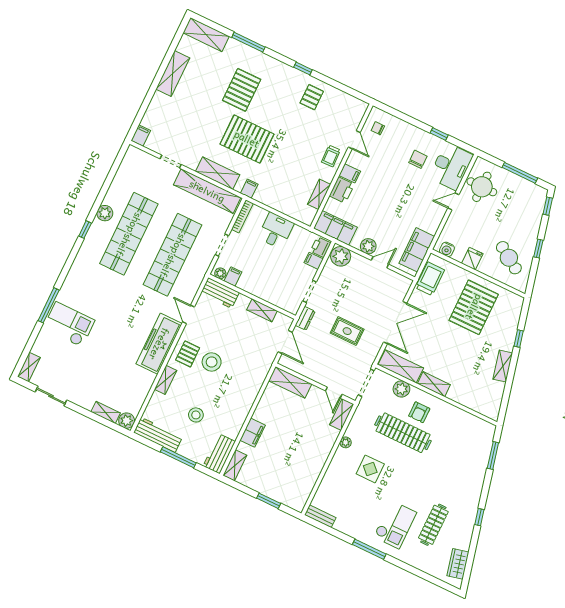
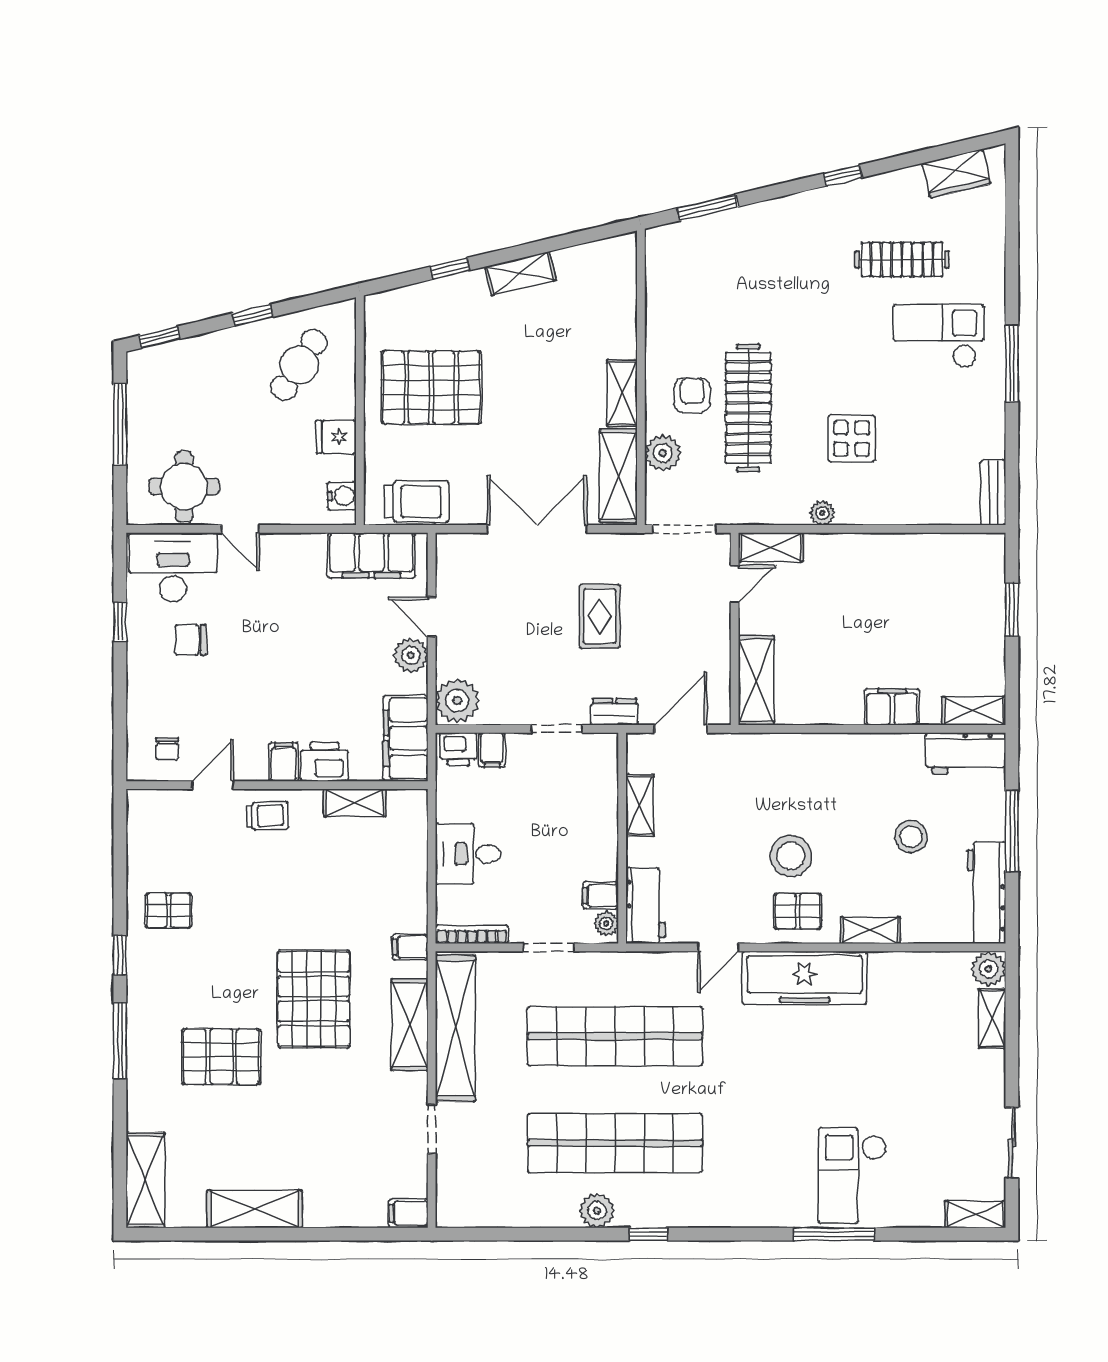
window: (248, 42) -> (120, 1041), moved
trolley: (430, 279) -> (417, 502), turned 180
armchair: (419, 412) -> (692, 395), turned -90

